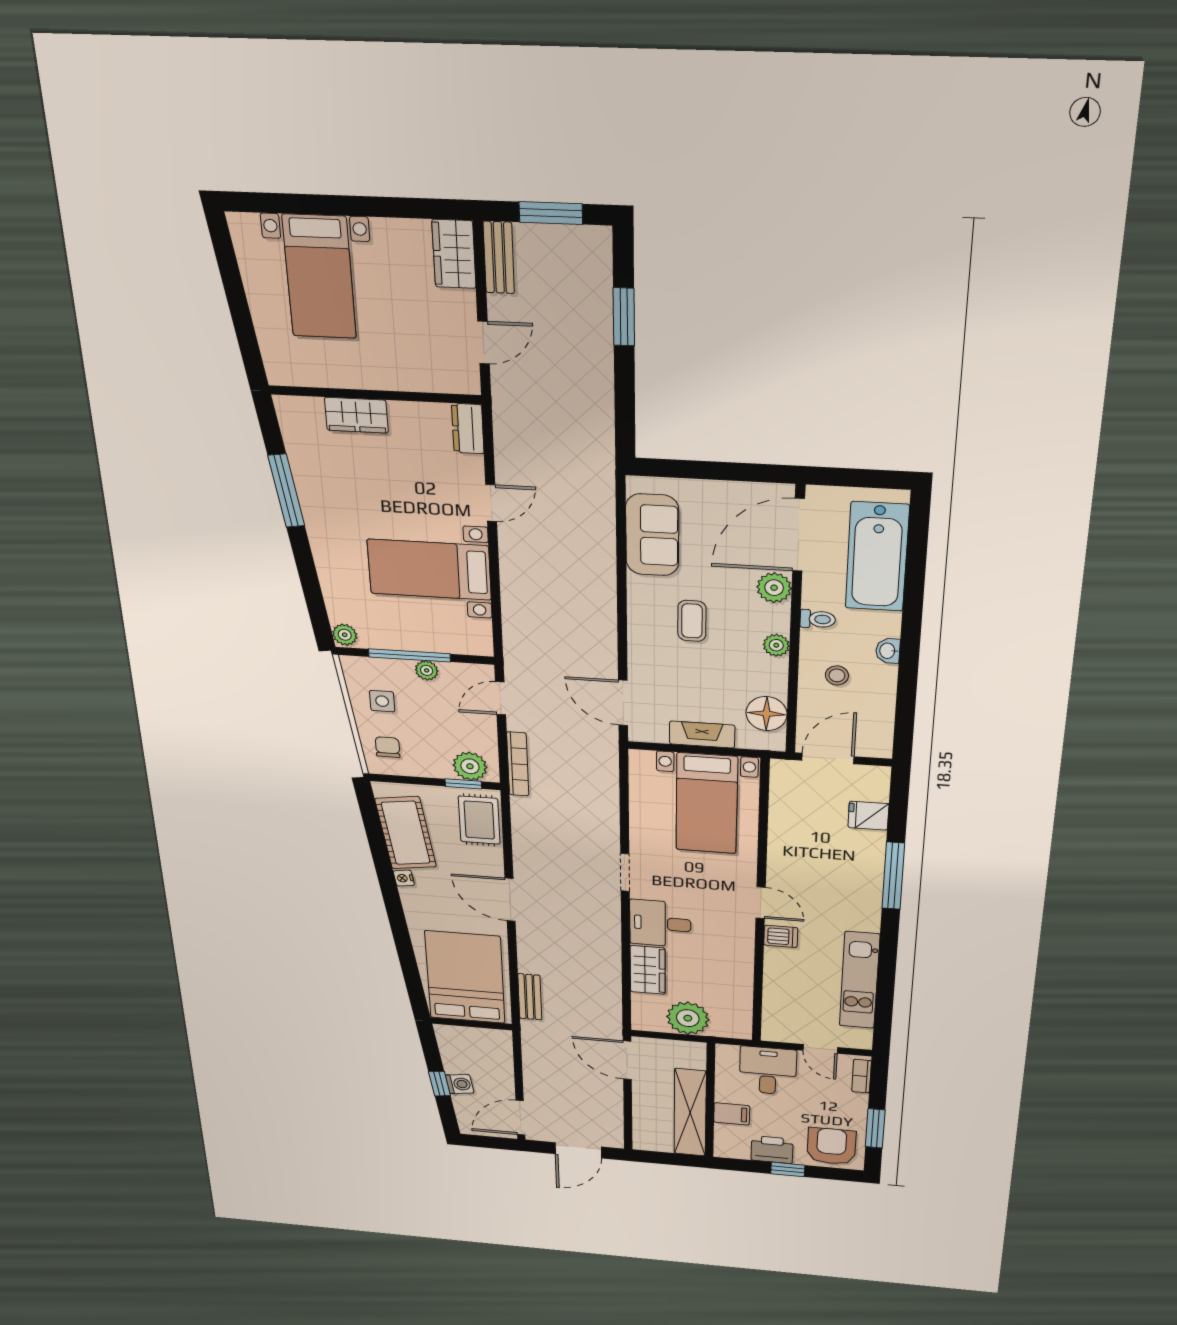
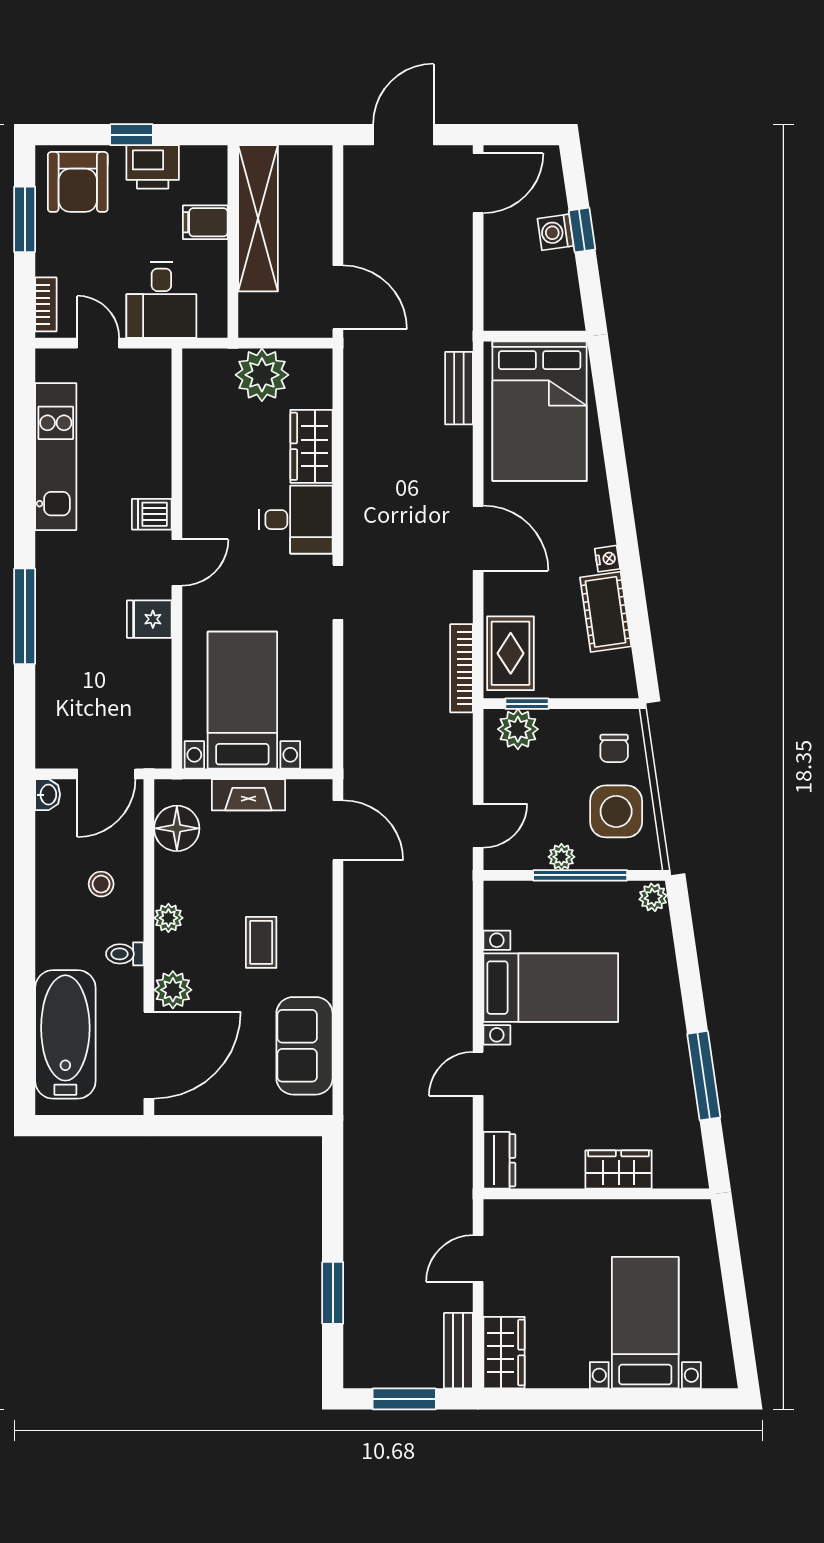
washbasin: (888, 651) -> (48, 795), moved
side table: (382, 701) -> (616, 811), width x1.87, depth x1.87
bookcase: (518, 764) -> (461, 668), moved
fridge: (868, 816) -> (149, 619), moved, turned 180
cot: (406, 833) -> (606, 612), width x0.73, depth x0.75
door: (761, 903) -> (177, 563), swing flipped

